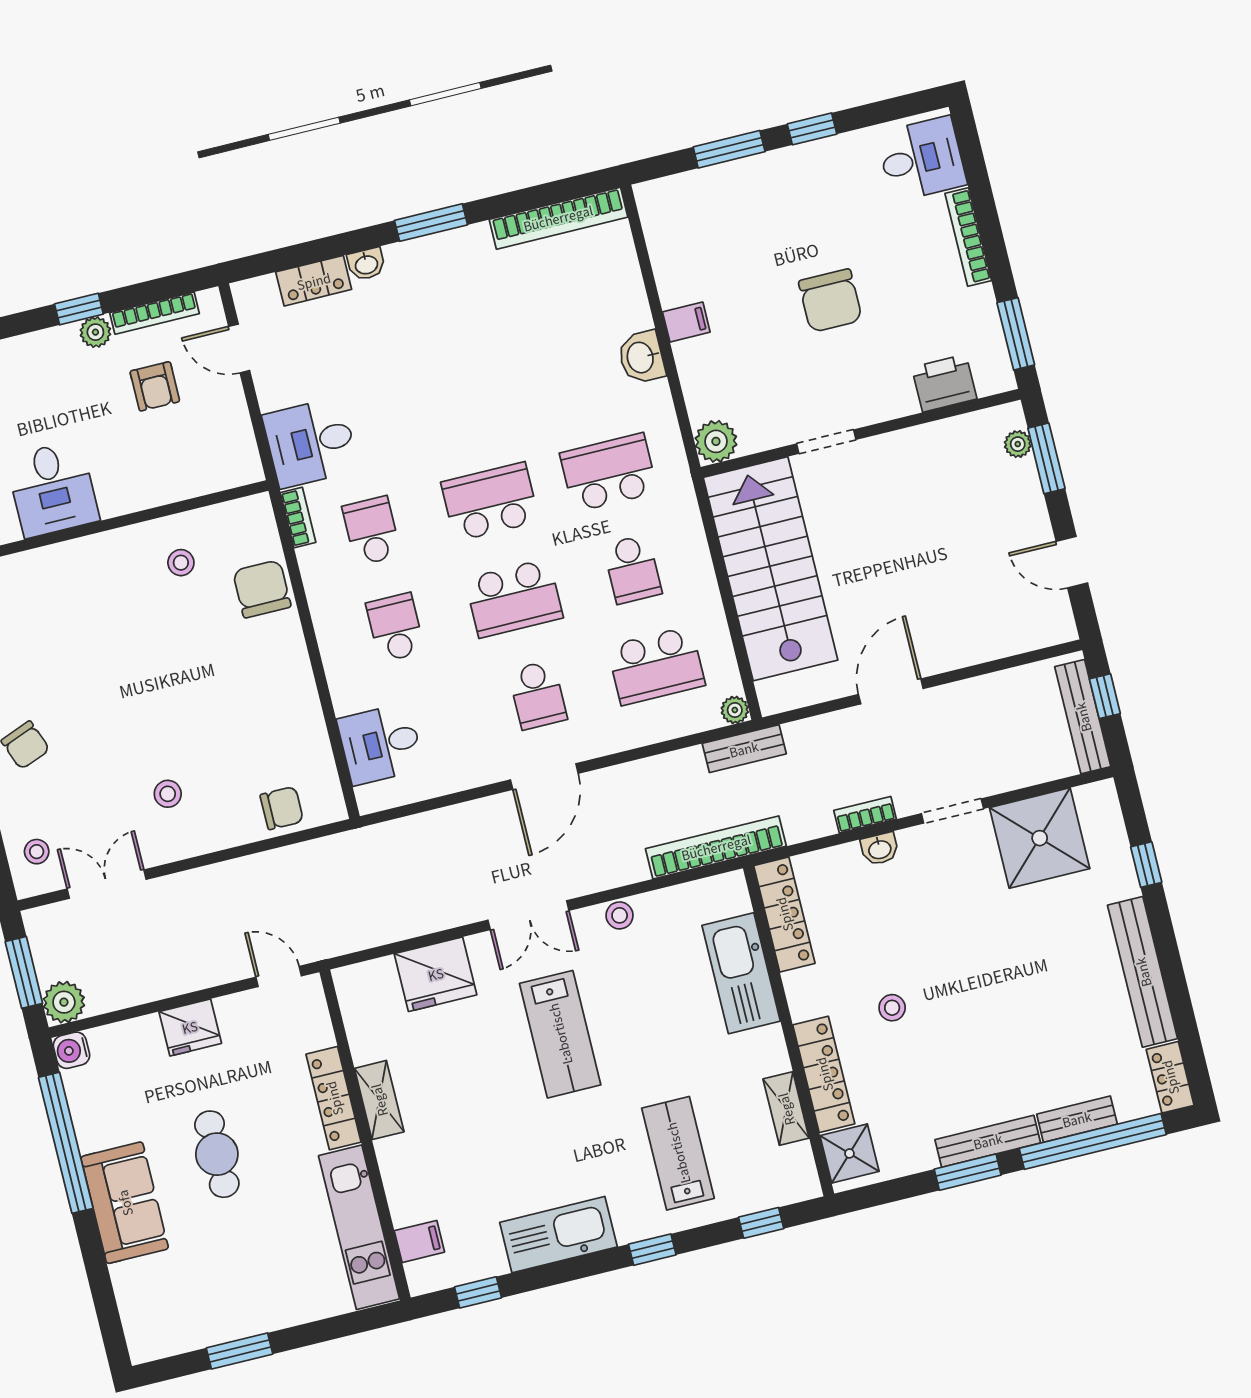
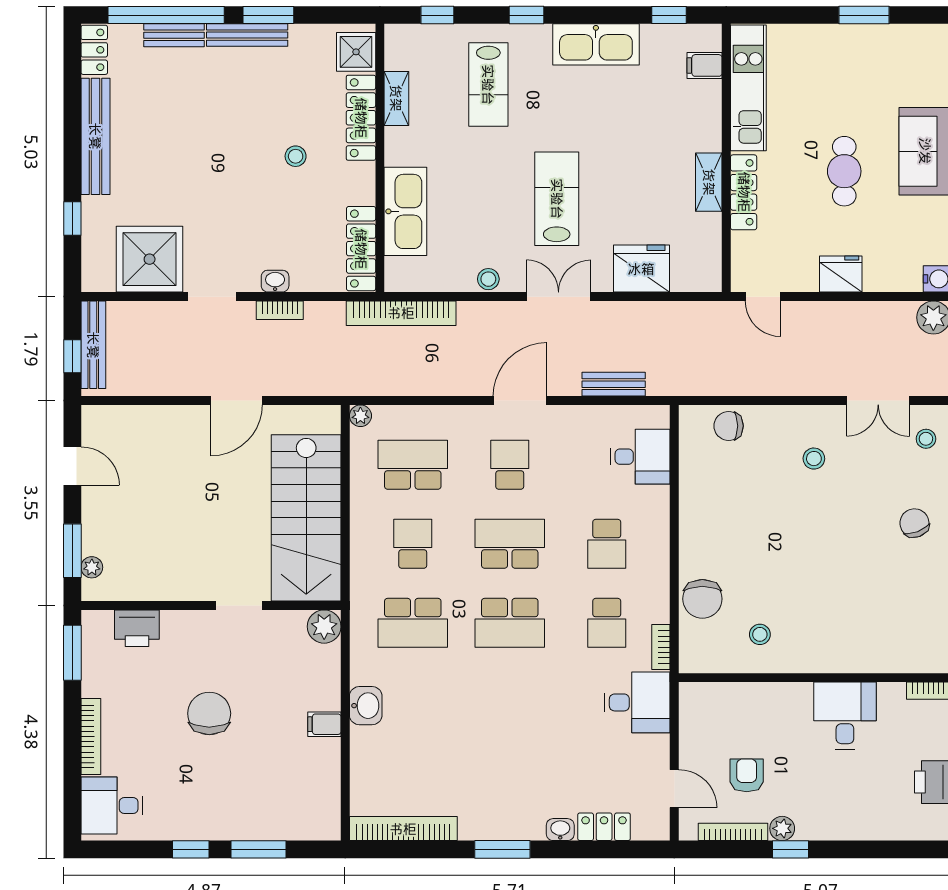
bench: (744, 749) -> (614, 384), moved

